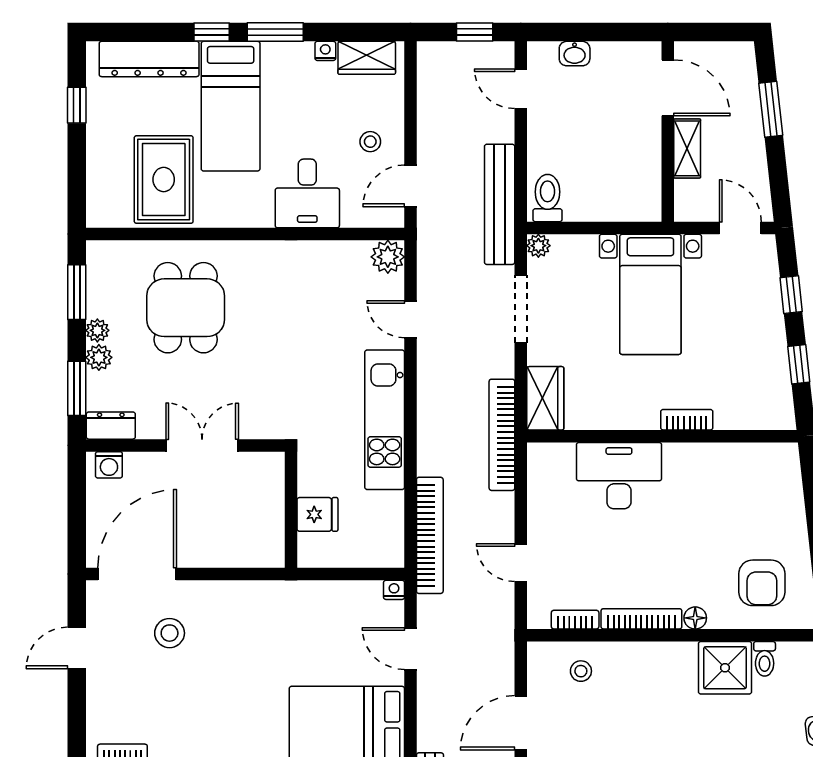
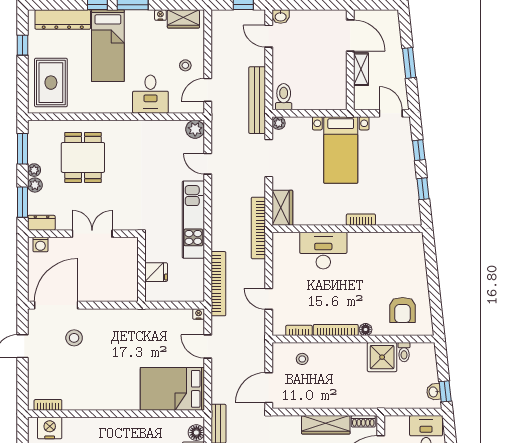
washbasin: (575, 54) -> (281, 17), moved
window: (771, 109) -> (409, 63), moved
rug: (164, 180) -> (51, 83), moved

